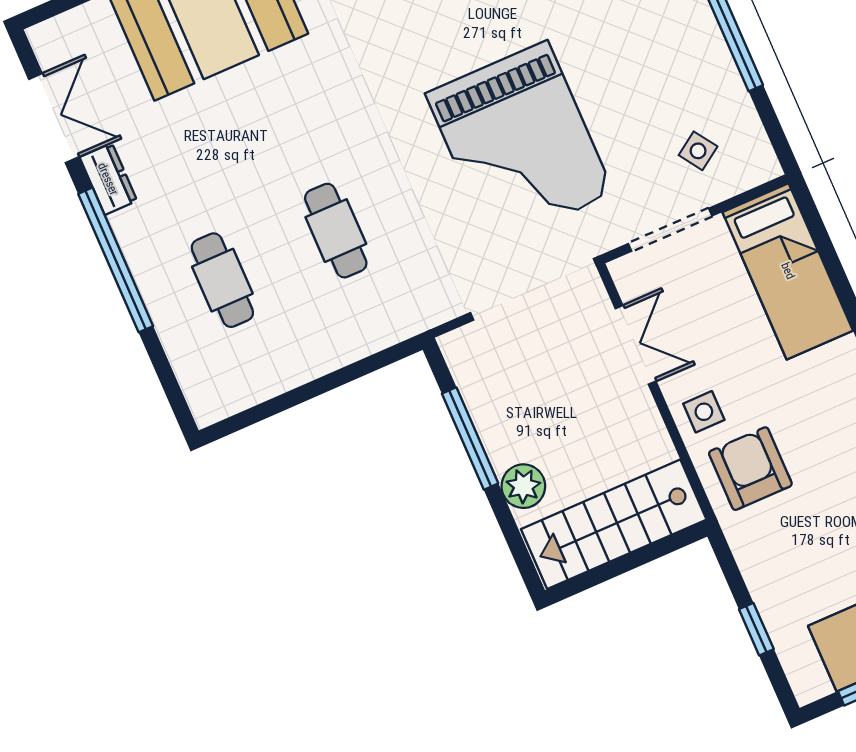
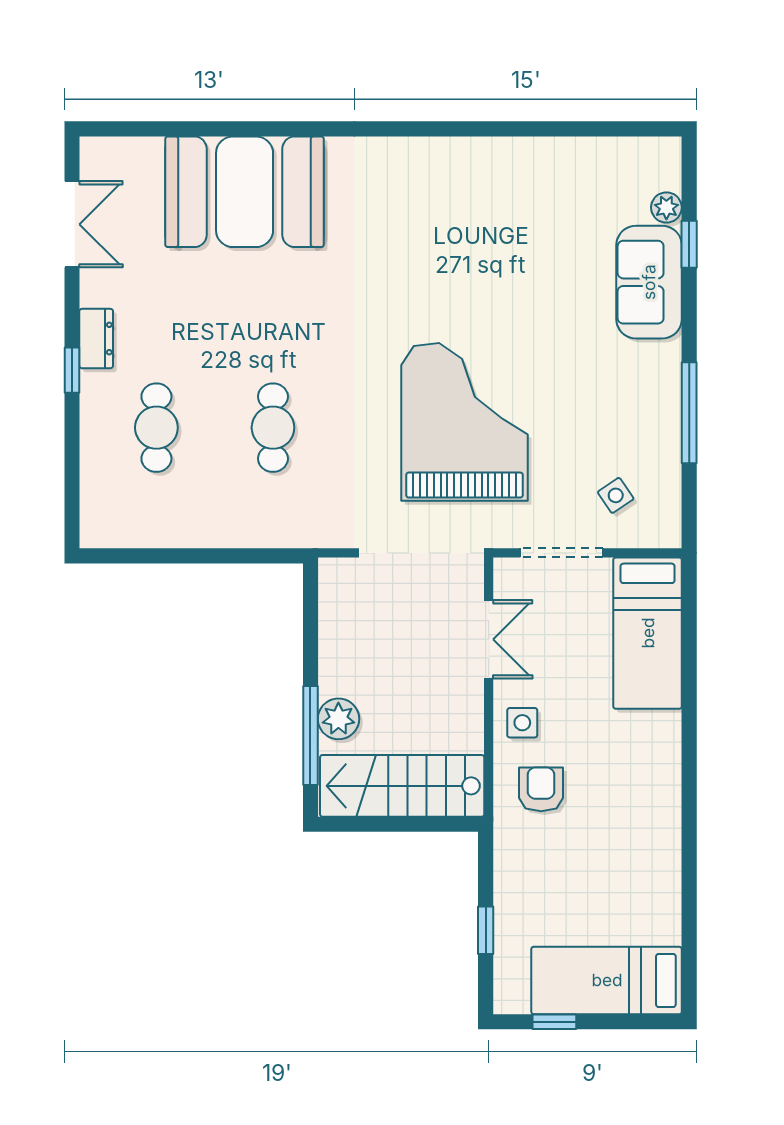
grand piano: (520, 144) -> (464, 422), turned 180
dresser: (108, 179) -> (96, 339), moved
window: (116, 260) -> (72, 370), width x0.32
window: (470, 438) -> (310, 736), moved
armchair: (750, 469) -> (541, 789), width x0.72, depth x0.72

